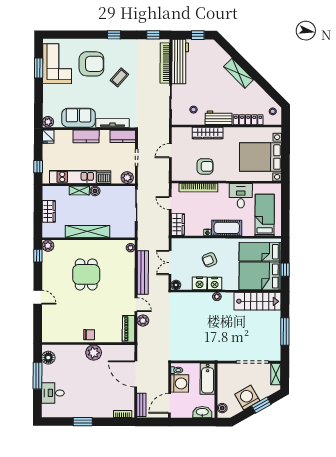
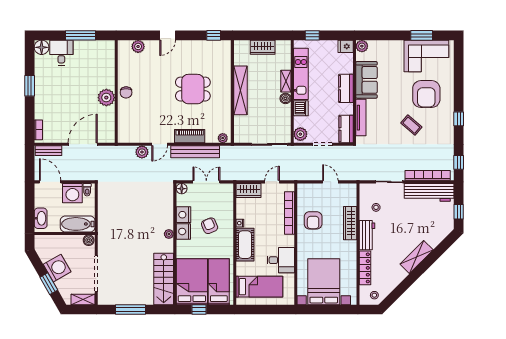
plant: (48, 246) -> (138, 46), moved
piano: (129, 329) -> (190, 136), moved
floor lamp: (48, 358) -> (42, 47), moved
boiler: (222, 408) -> (89, 240), moved

